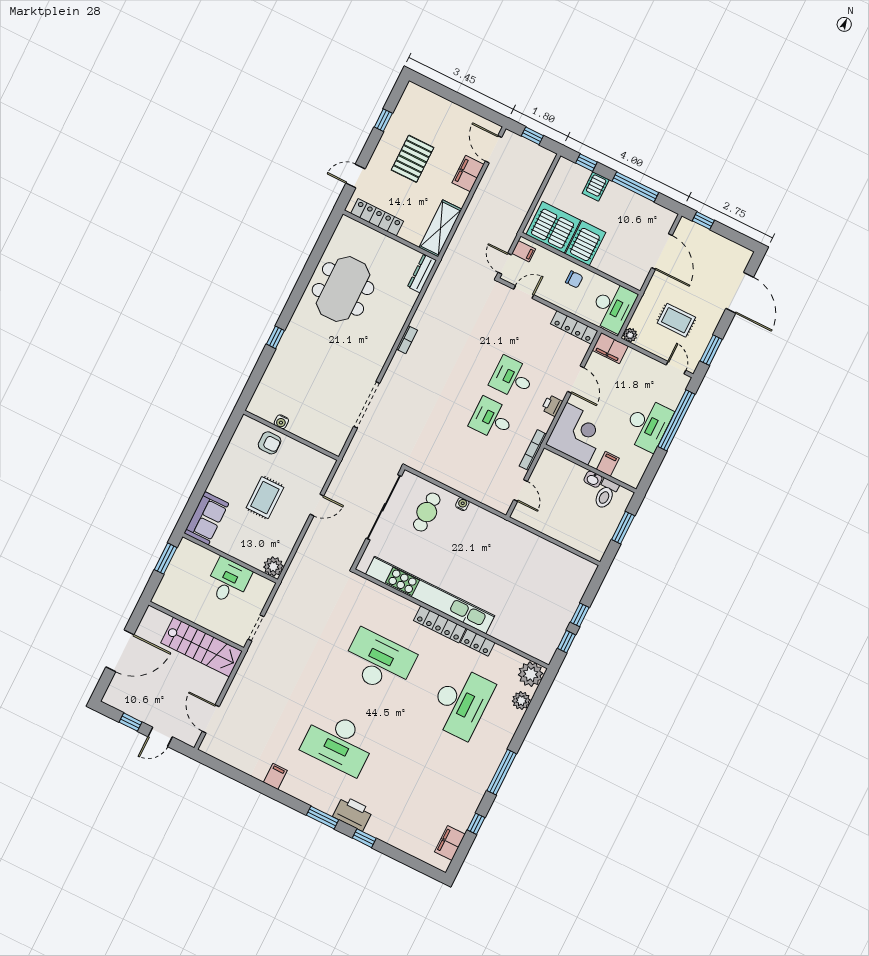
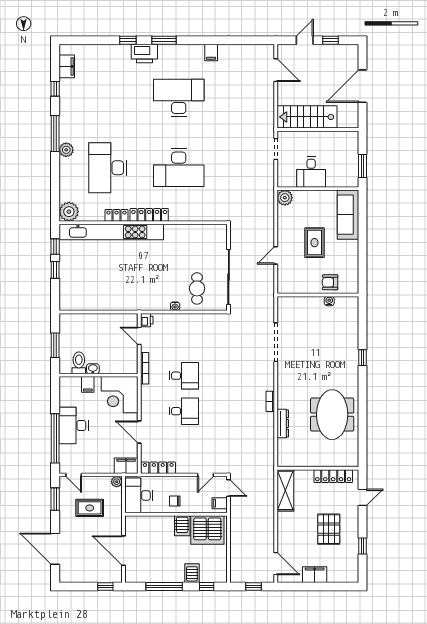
filing cabinet: (468, 174) -> (315, 575), moved, turned -90
server rack: (586, 243) -> (182, 526), width x0.73, depth x0.70
dresser: (422, 273) -> (283, 423), moved
printer: (552, 406) -> (147, 320), moved
sofa: (206, 518) -> (348, 215), width x1.36
kitchen unit: (430, 595) -> (111, 232), moved
plant: (521, 701) -> (66, 150), moved

